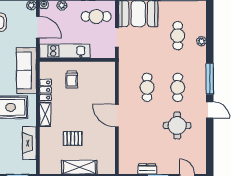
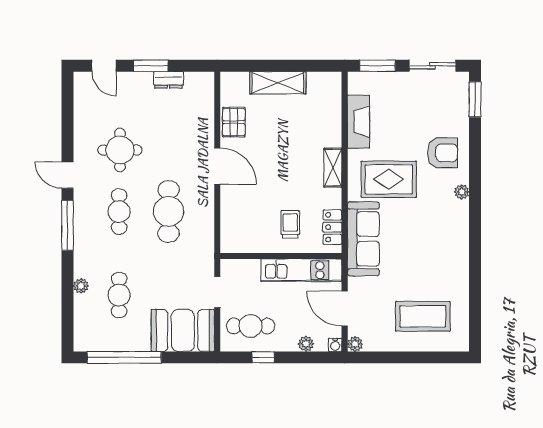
cafe table: (147, 87) -> (169, 212), width x1.37, depth x1.35
locker: (45, 90) -> (332, 227), moved
pallet: (73, 138) -> (234, 122), moved, turned 90

